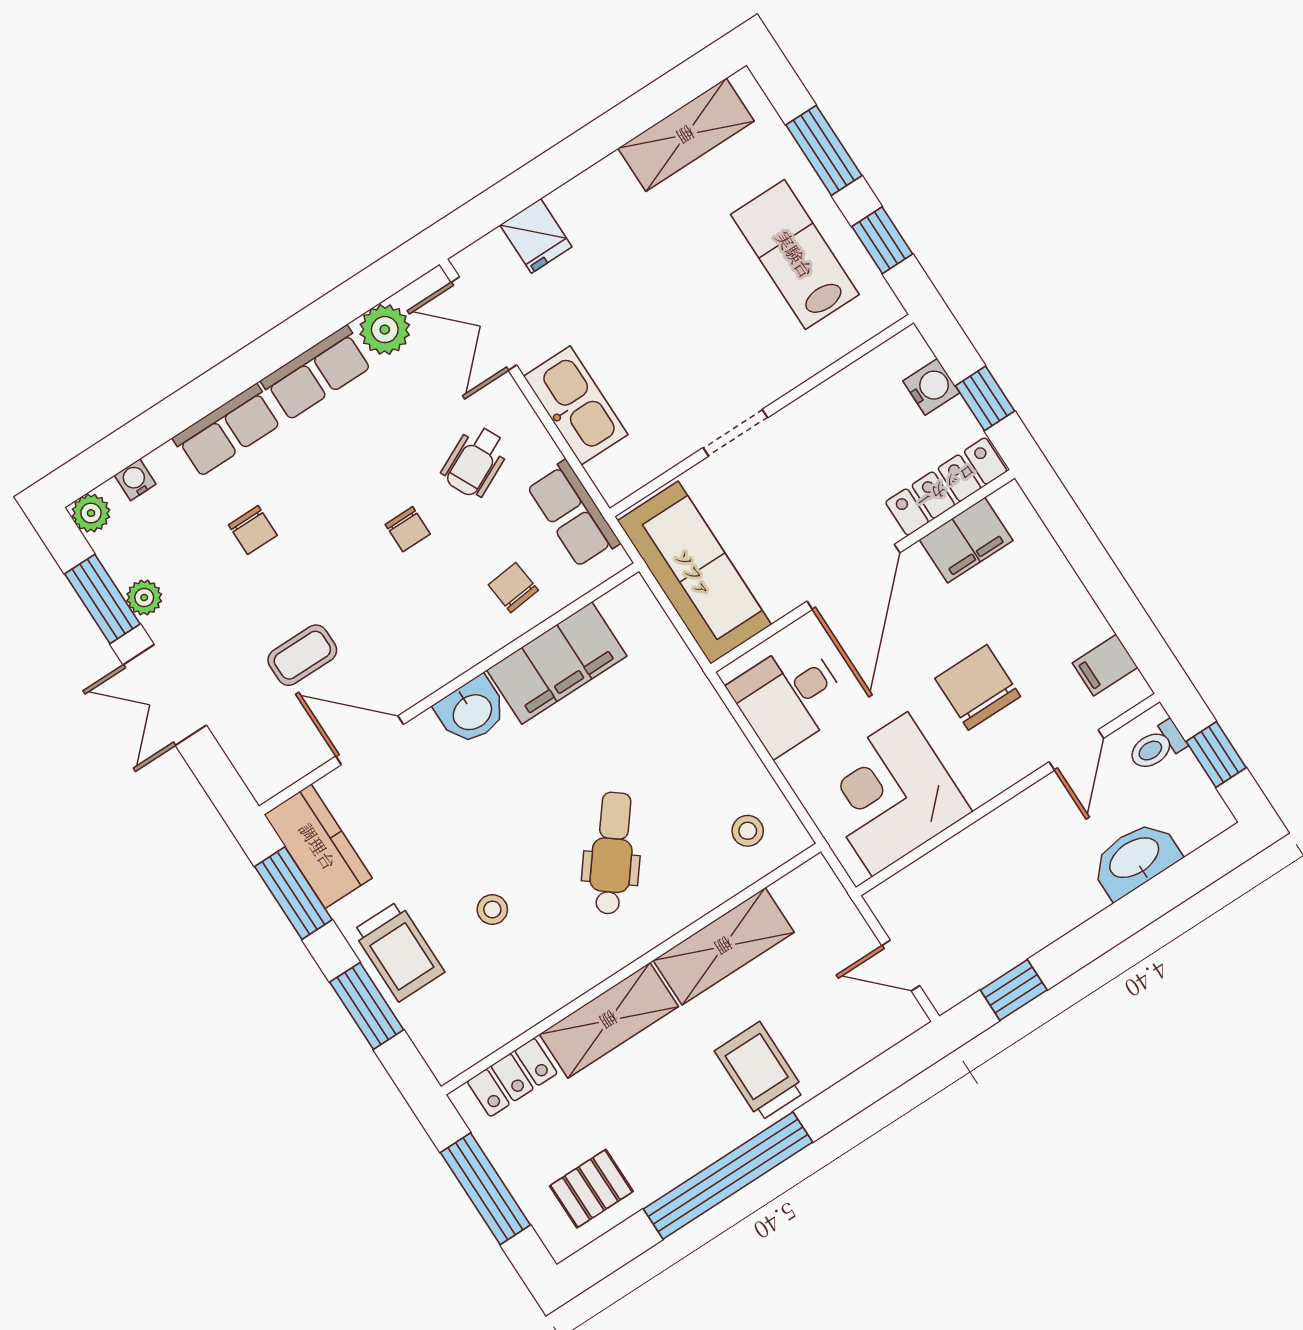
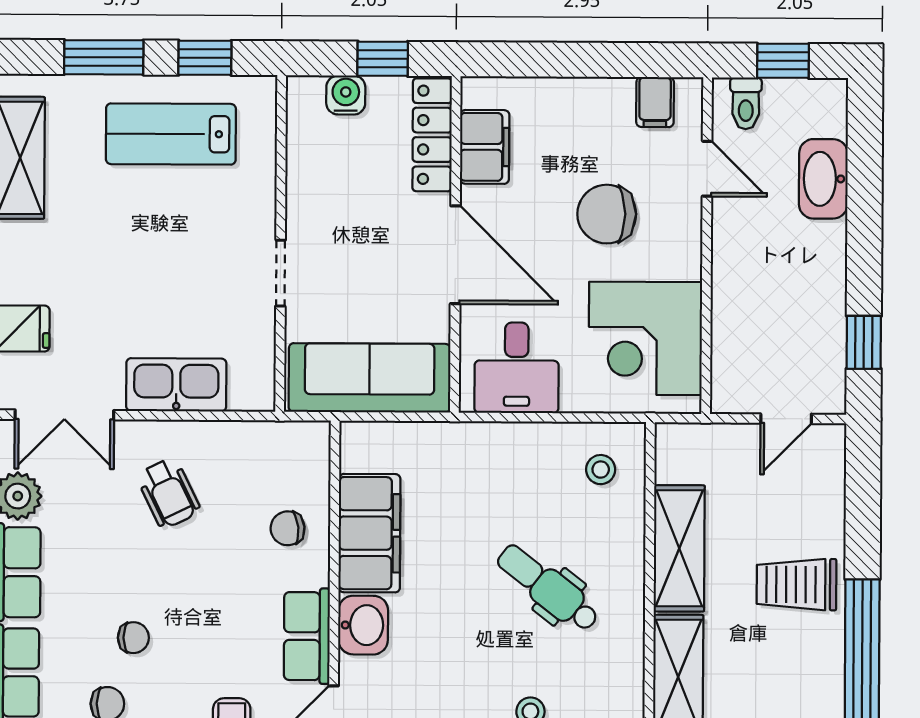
row of seats: (573, 514) -> (307, 636), moved, turned 90
chair: (408, 529) -> (133, 638), moved

